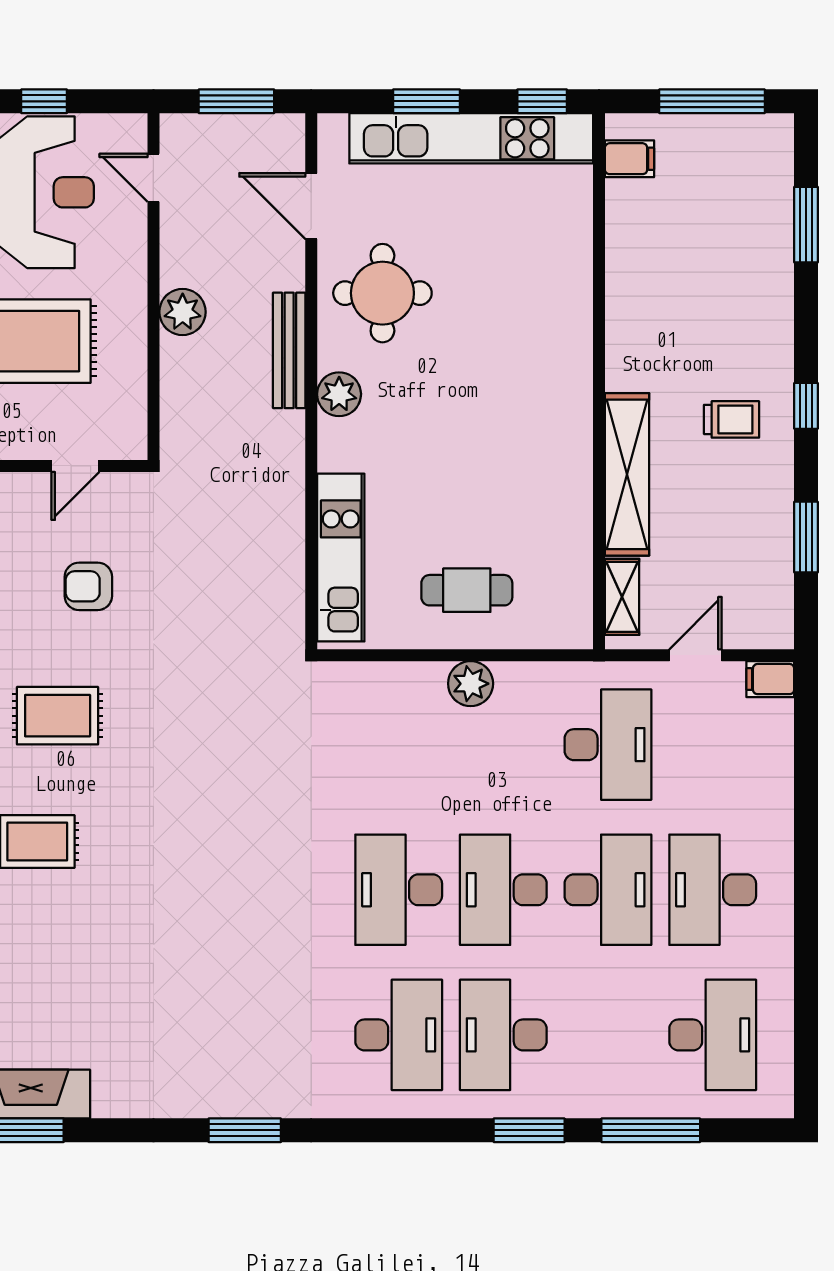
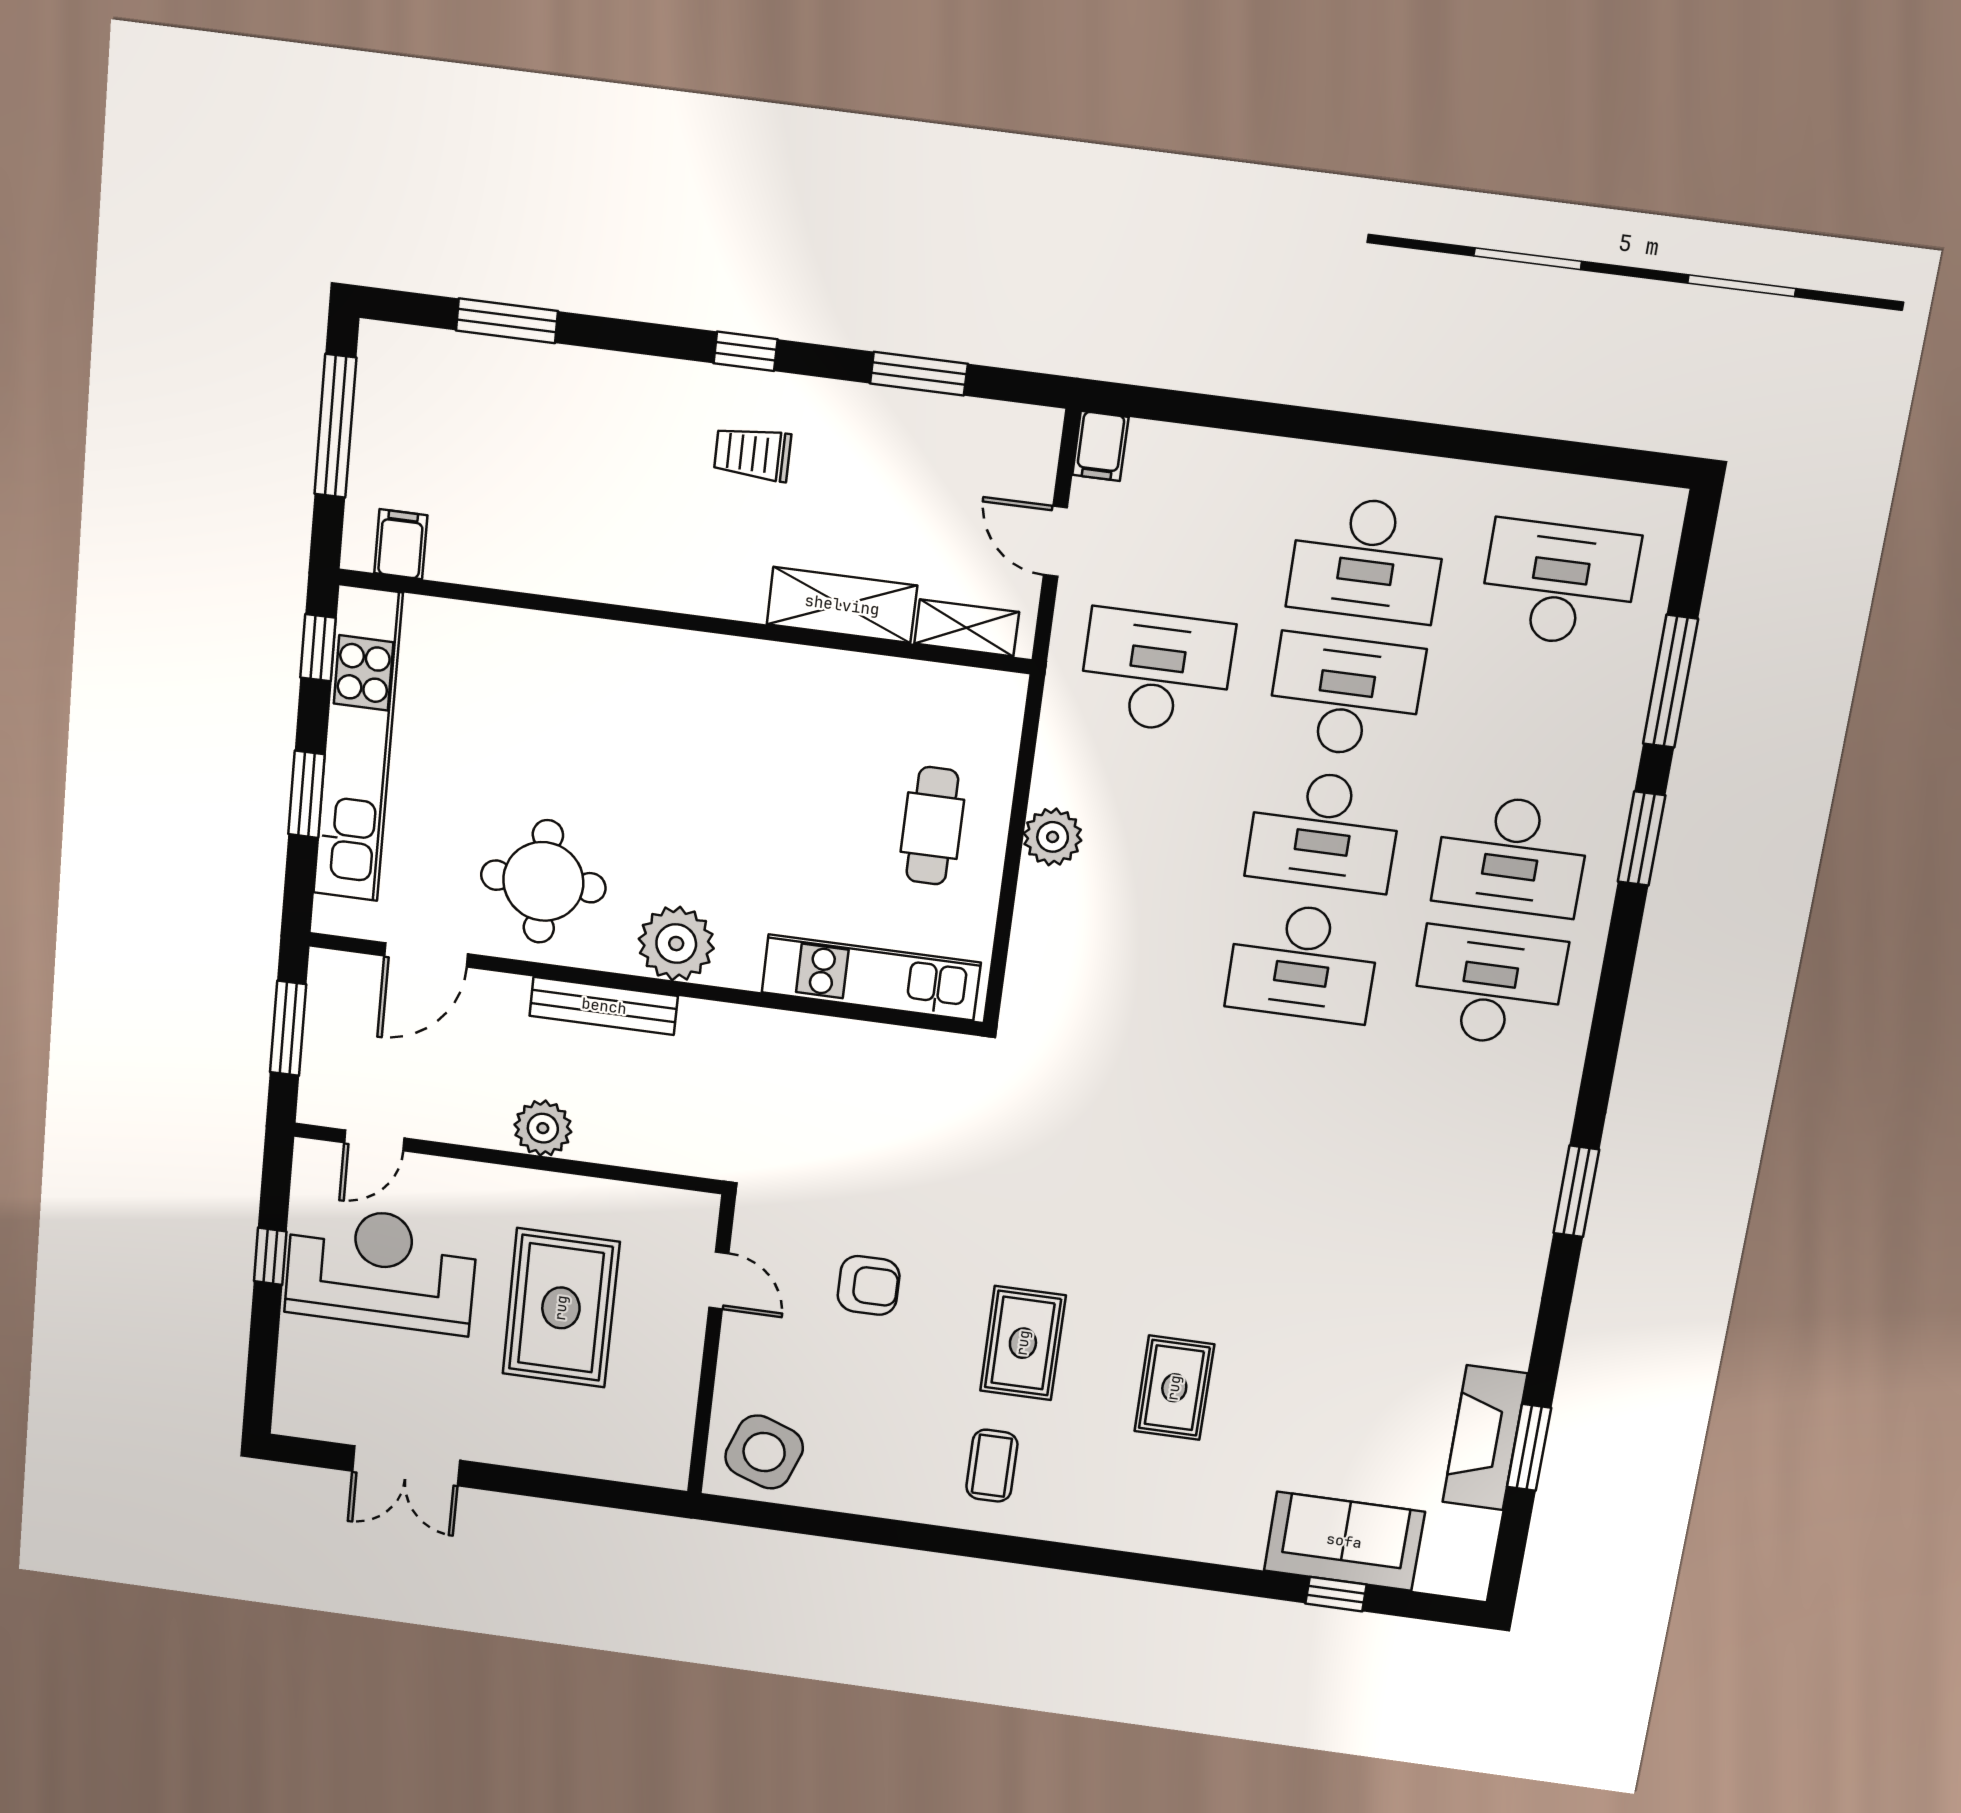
plant: (339, 394) -> (676, 944), width x1.36, depth x1.36
trolley: (731, 419) -> (752, 454), turned -90
shelving: (627, 474) -> (842, 605), width x0.68
armchair: (88, 586) -> (869, 1285), turned -90

